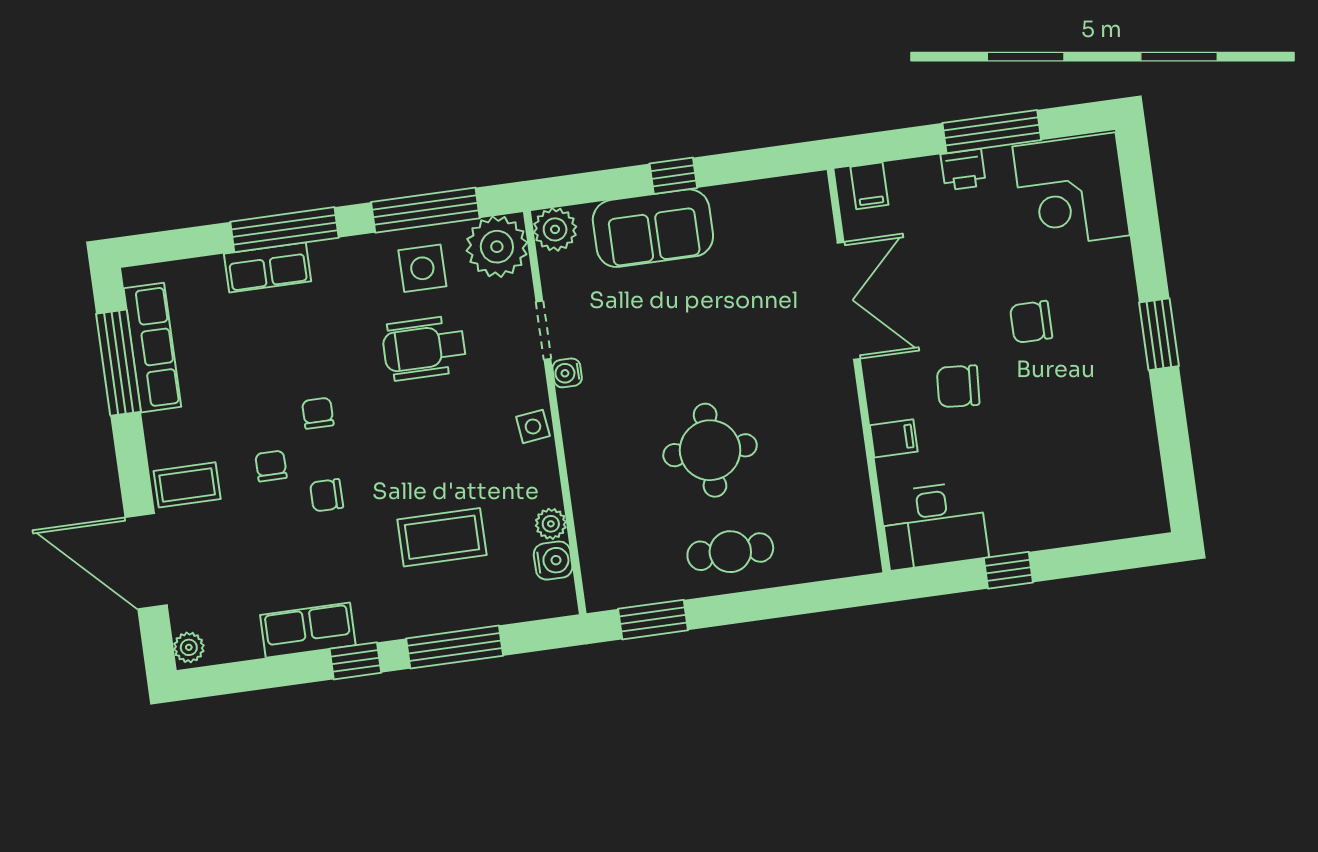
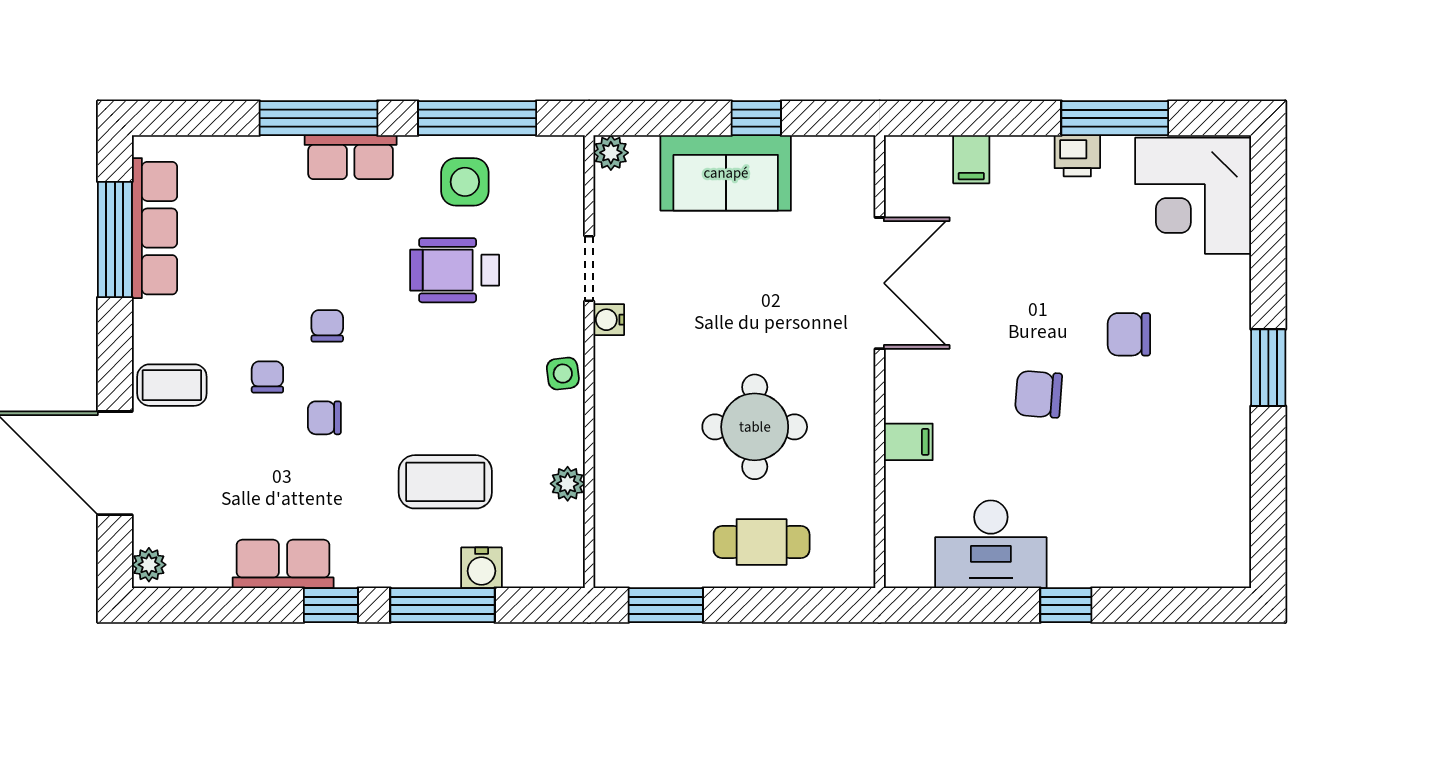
plant: (555, 229) -> (611, 153), width x0.73, depth x0.73
plant: (497, 247) -> (551, 169), removed
row of seats: (267, 267) -> (351, 157), moved
double door: (849, 301) -> (880, 283), moved
wall: (858, 371) -> (880, 362), moved
filing cabinet: (894, 438) -> (908, 442), moved
water cooler: (553, 561) -> (482, 568), moved, turned 90

